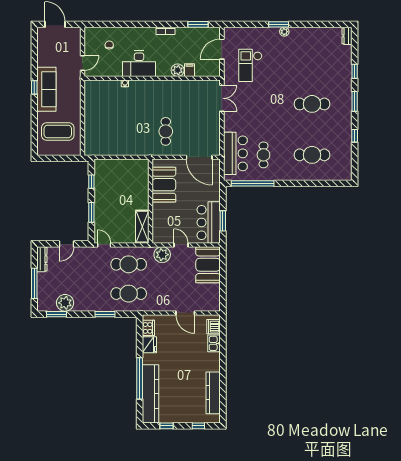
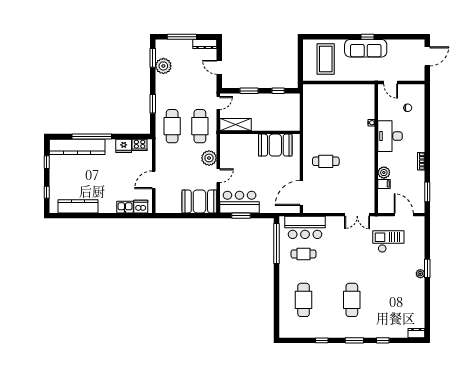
booth: (164, 185) -> (275, 145), moved
wall: (151, 201) -> (260, 132), moved
shelving: (142, 227) -> (235, 125), moved

